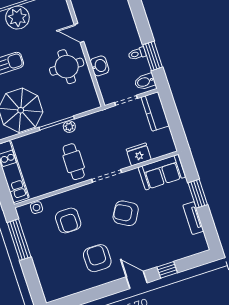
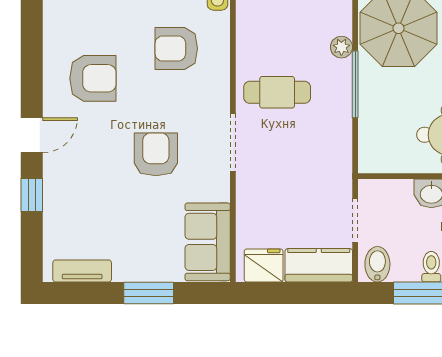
plant: (69, 127) -> (341, 47), moved
fridge: (139, 154) -> (264, 265), moved, turned -90
armchair: (126, 213) -> (156, 154), turned -30
tv unit: (193, 218) -> (82, 271), moved

